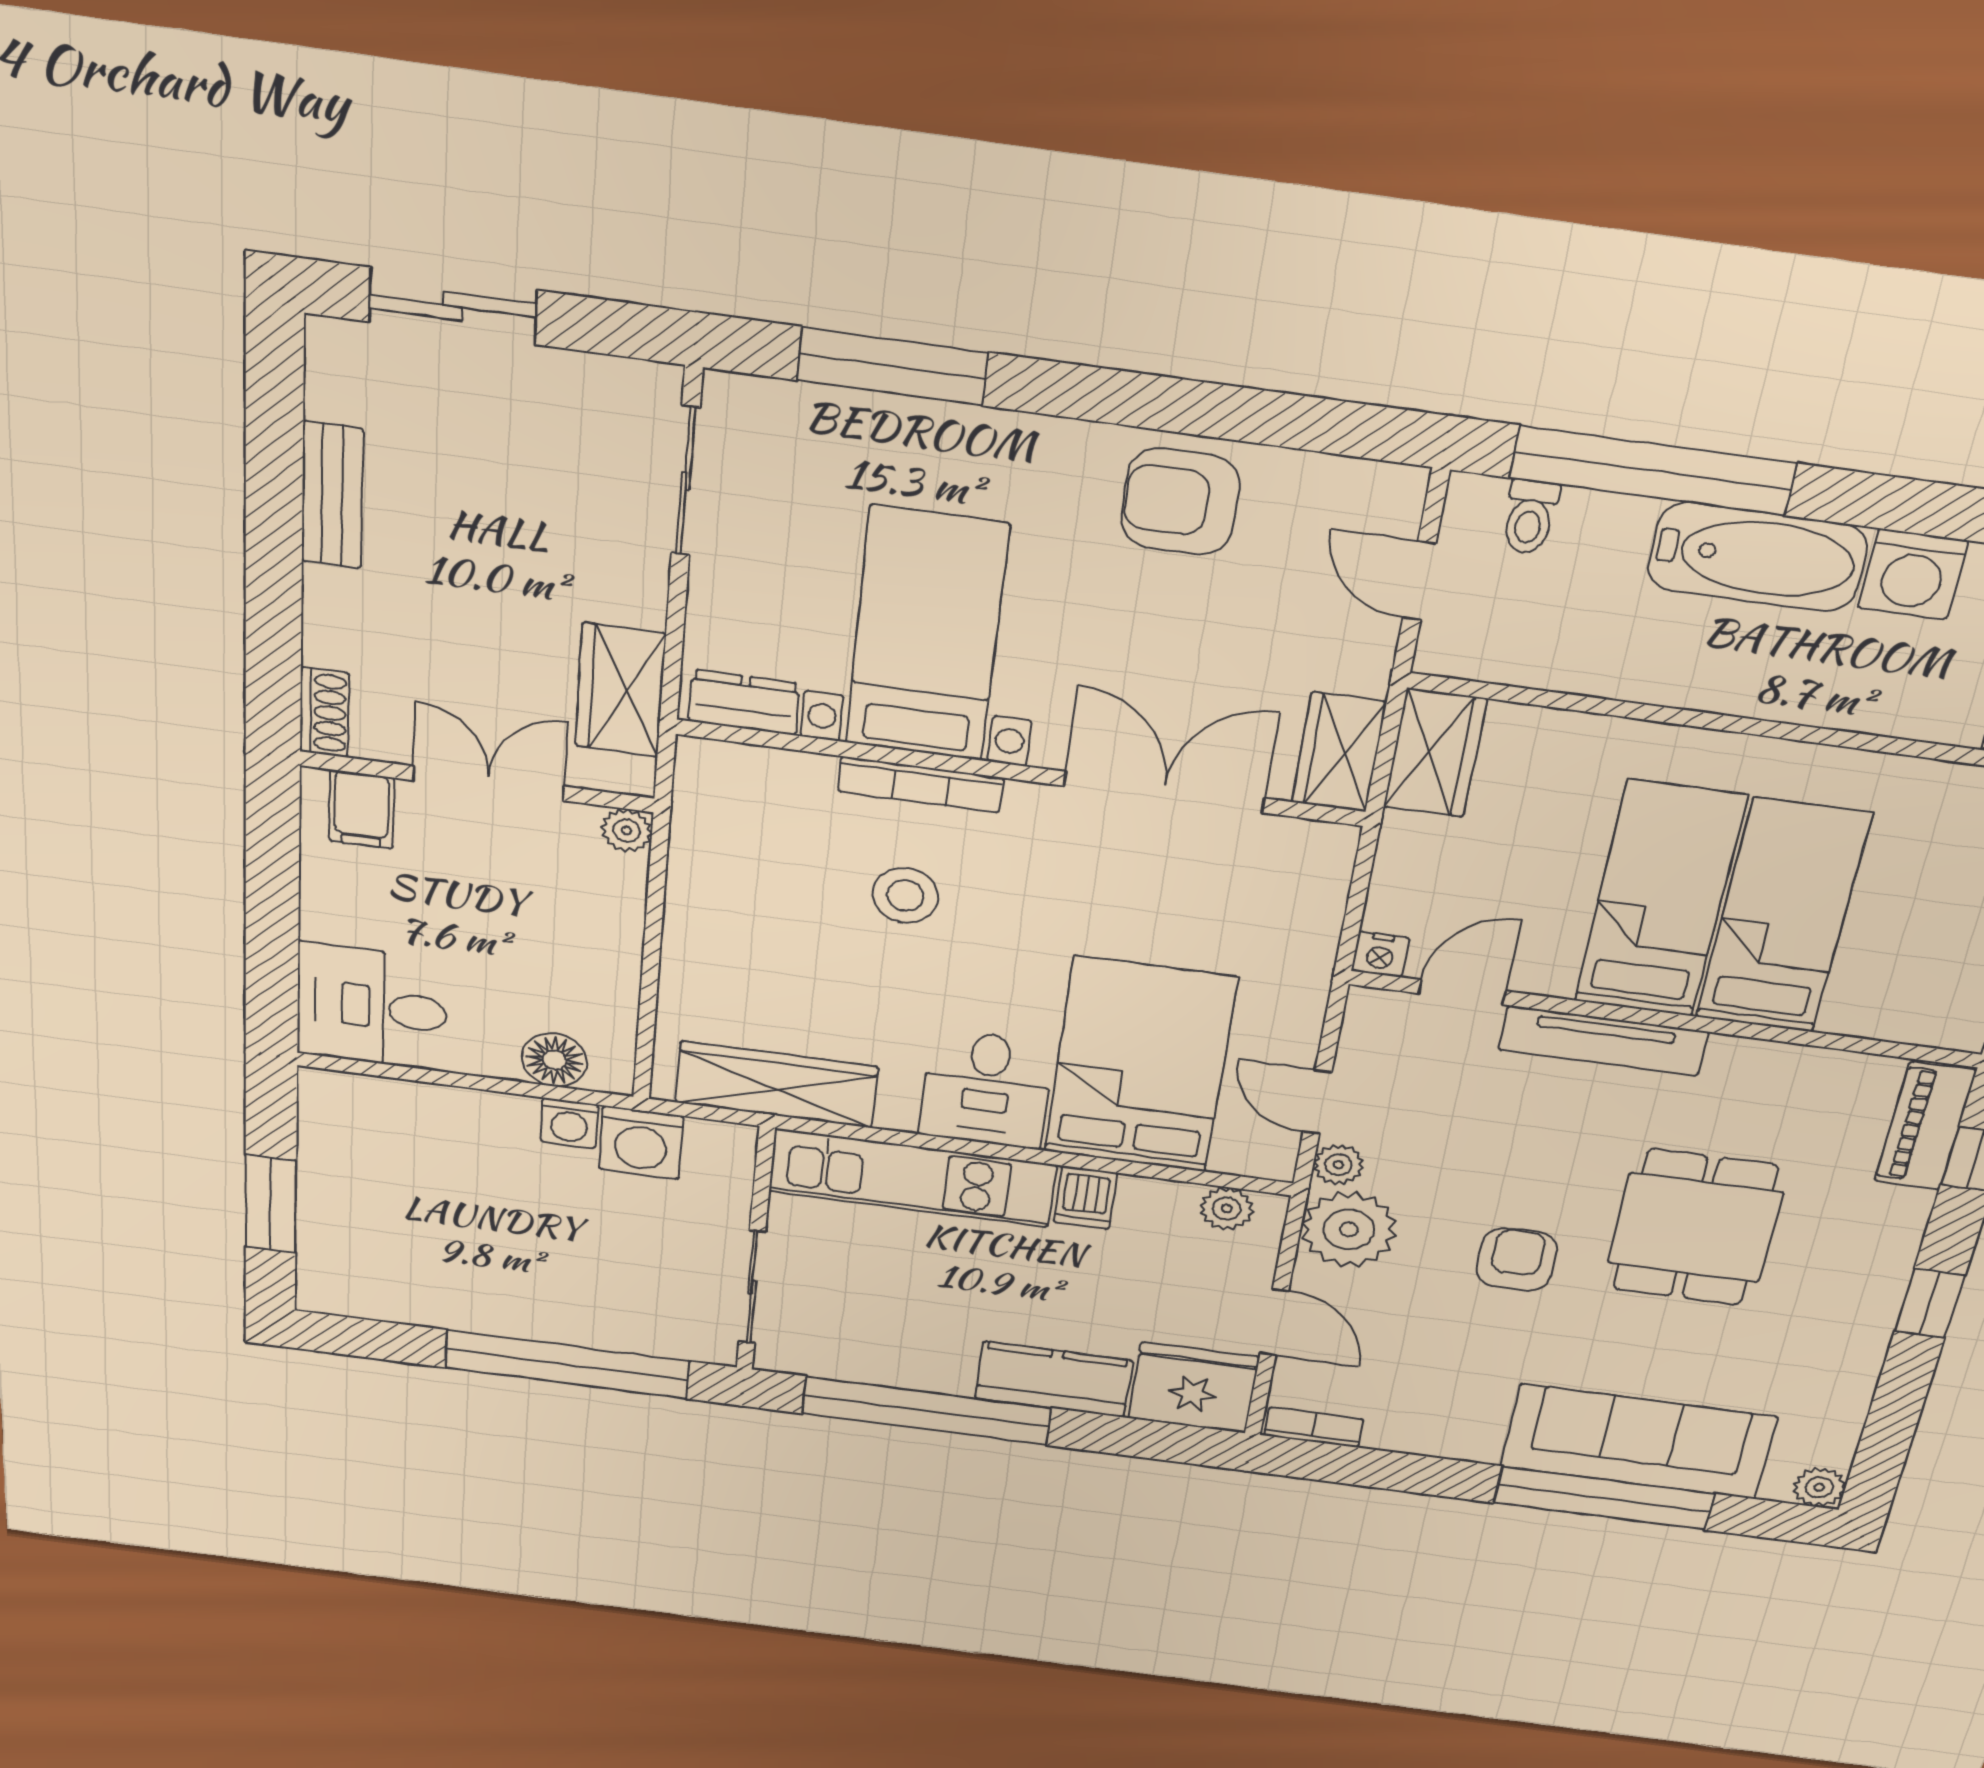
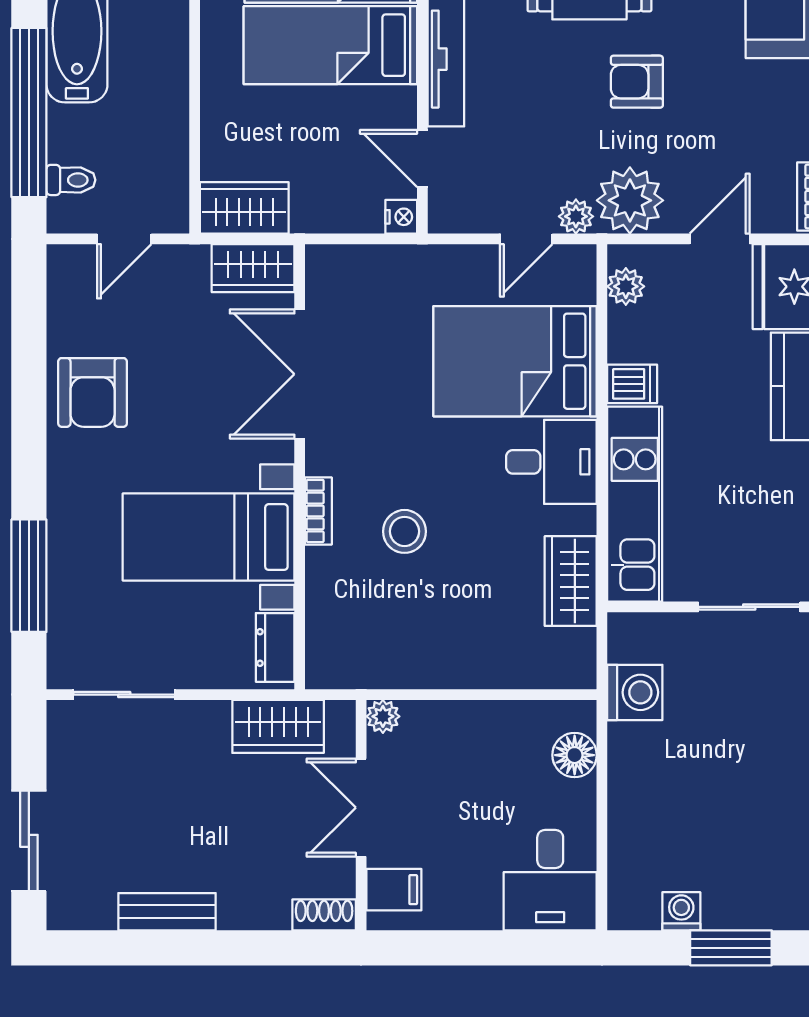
bookcase: (921, 785) -> (318, 511), width x0.64
wardrobe: (777, 1085) -> (571, 581), width x0.67
washing machine: (569, 1123) -> (681, 911), moved, turned -90

